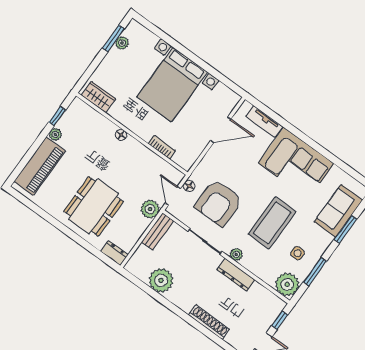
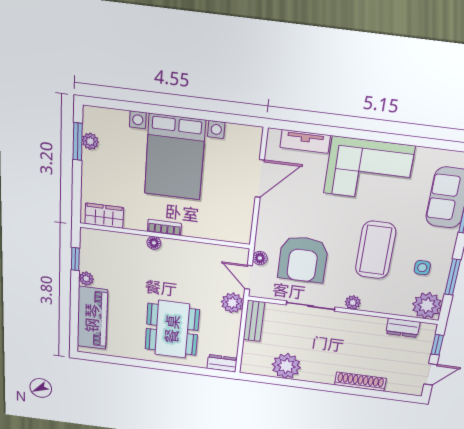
bookcase: (162, 147) -> (164, 228), moved
dresser: (236, 275) -> (403, 328), moved, width x0.70

